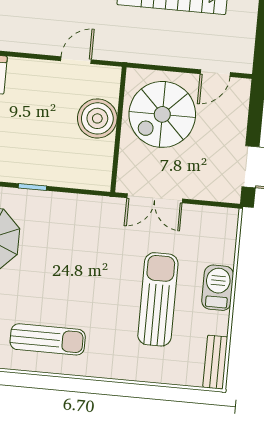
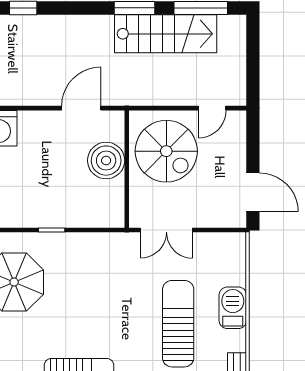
door: (76, 60) -> (81, 108), width x1.38
spiral stairs: (162, 114) -> (166, 151), turned -90

